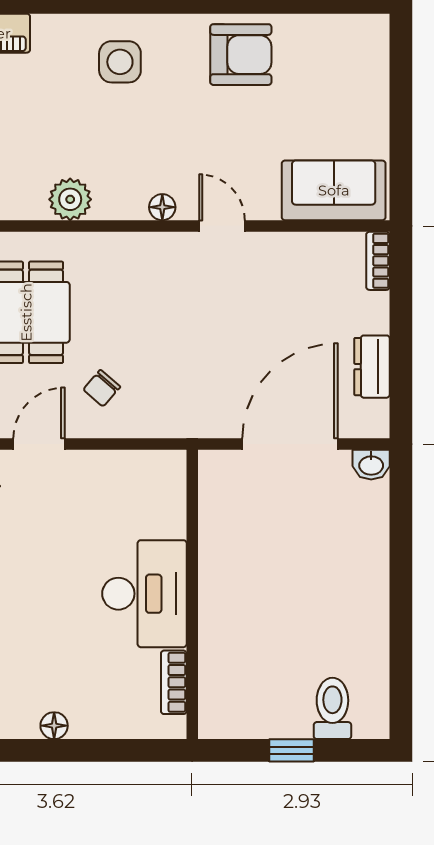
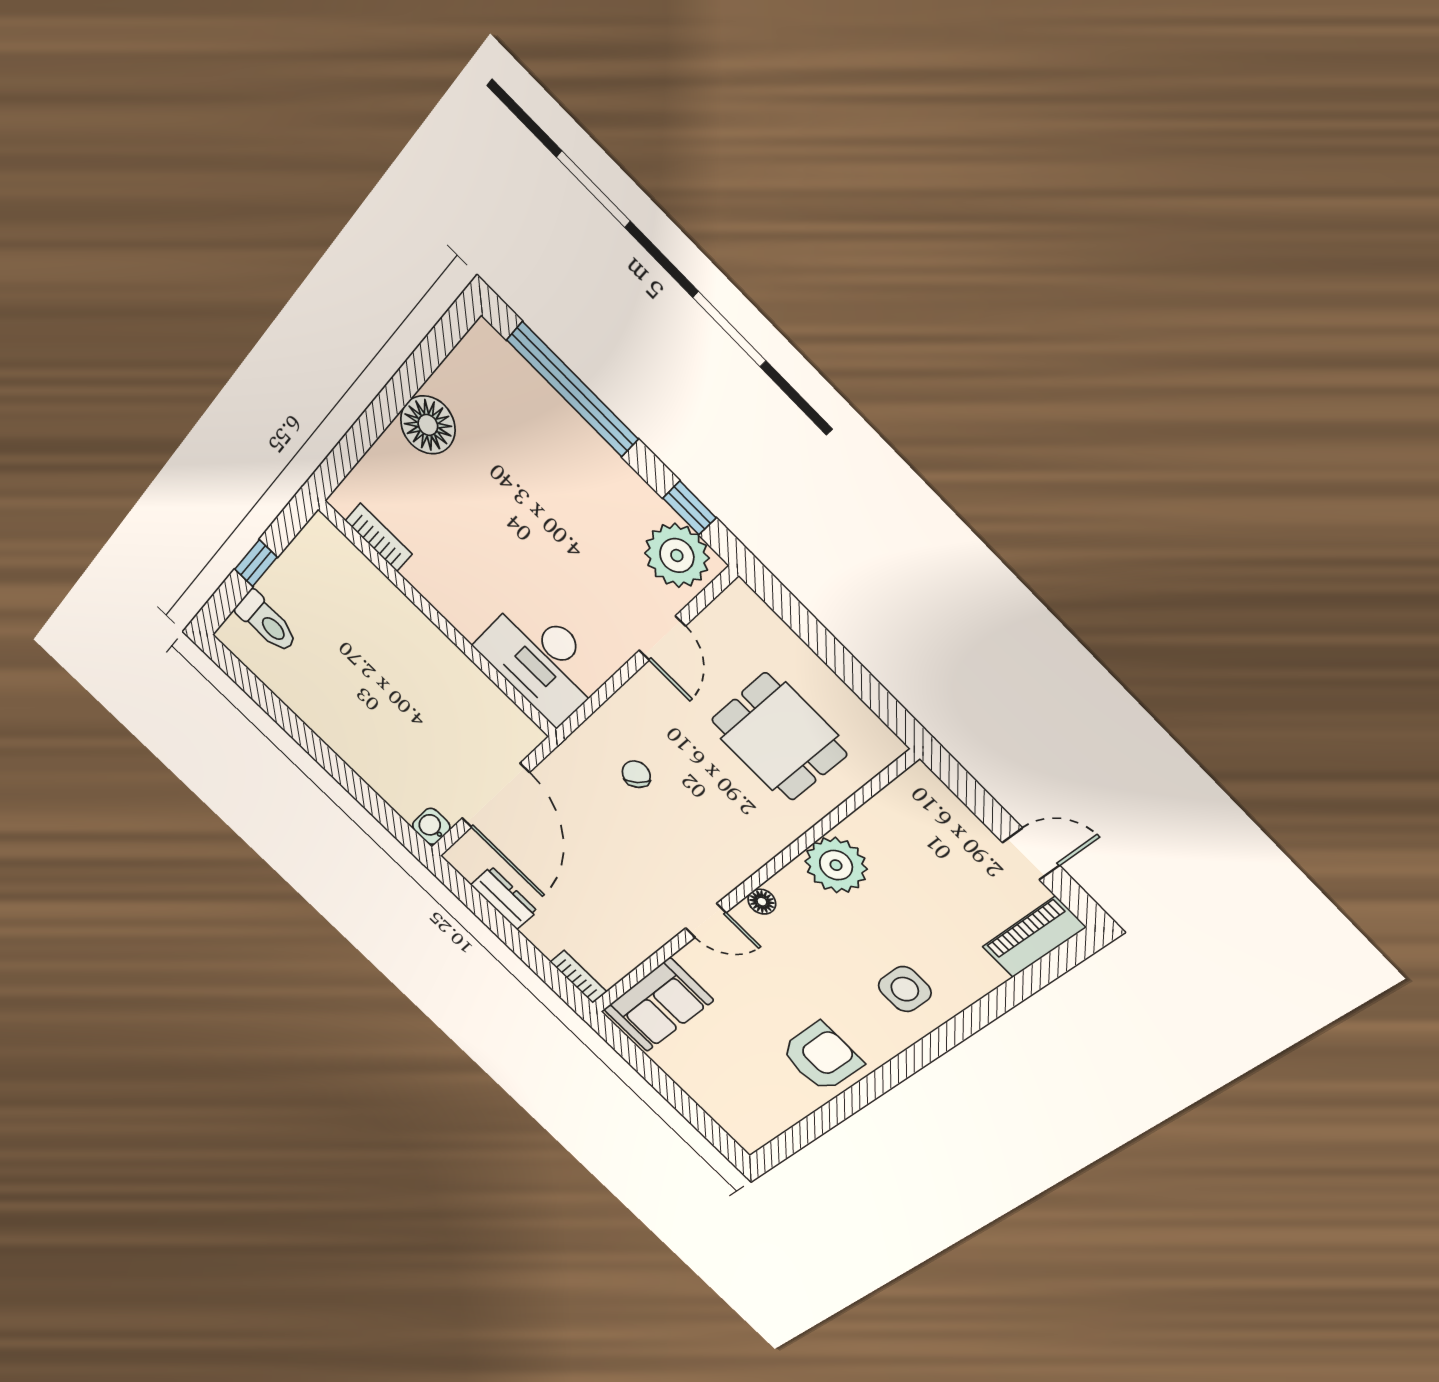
armchair: (241, 55) -> (821, 1057), turned 180
plant: (70, 199) -> (836, 865), width x1.36, depth x1.36
chair: (102, 388) -> (636, 774), moved
desk: (144, 594) -> (541, 660), moved
floor lamp: (54, 726) -> (428, 425), width x1.89, depth x1.89

